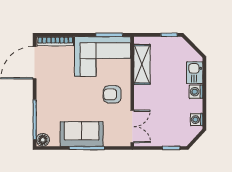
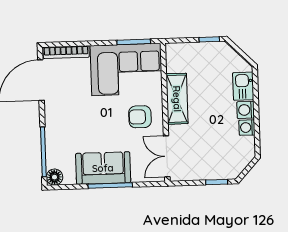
shelving: (142, 64) -> (177, 99), moved
washing machine: (197, 120) -> (247, 128), moved
double door: (132, 126) -> (167, 156), swing flipped

